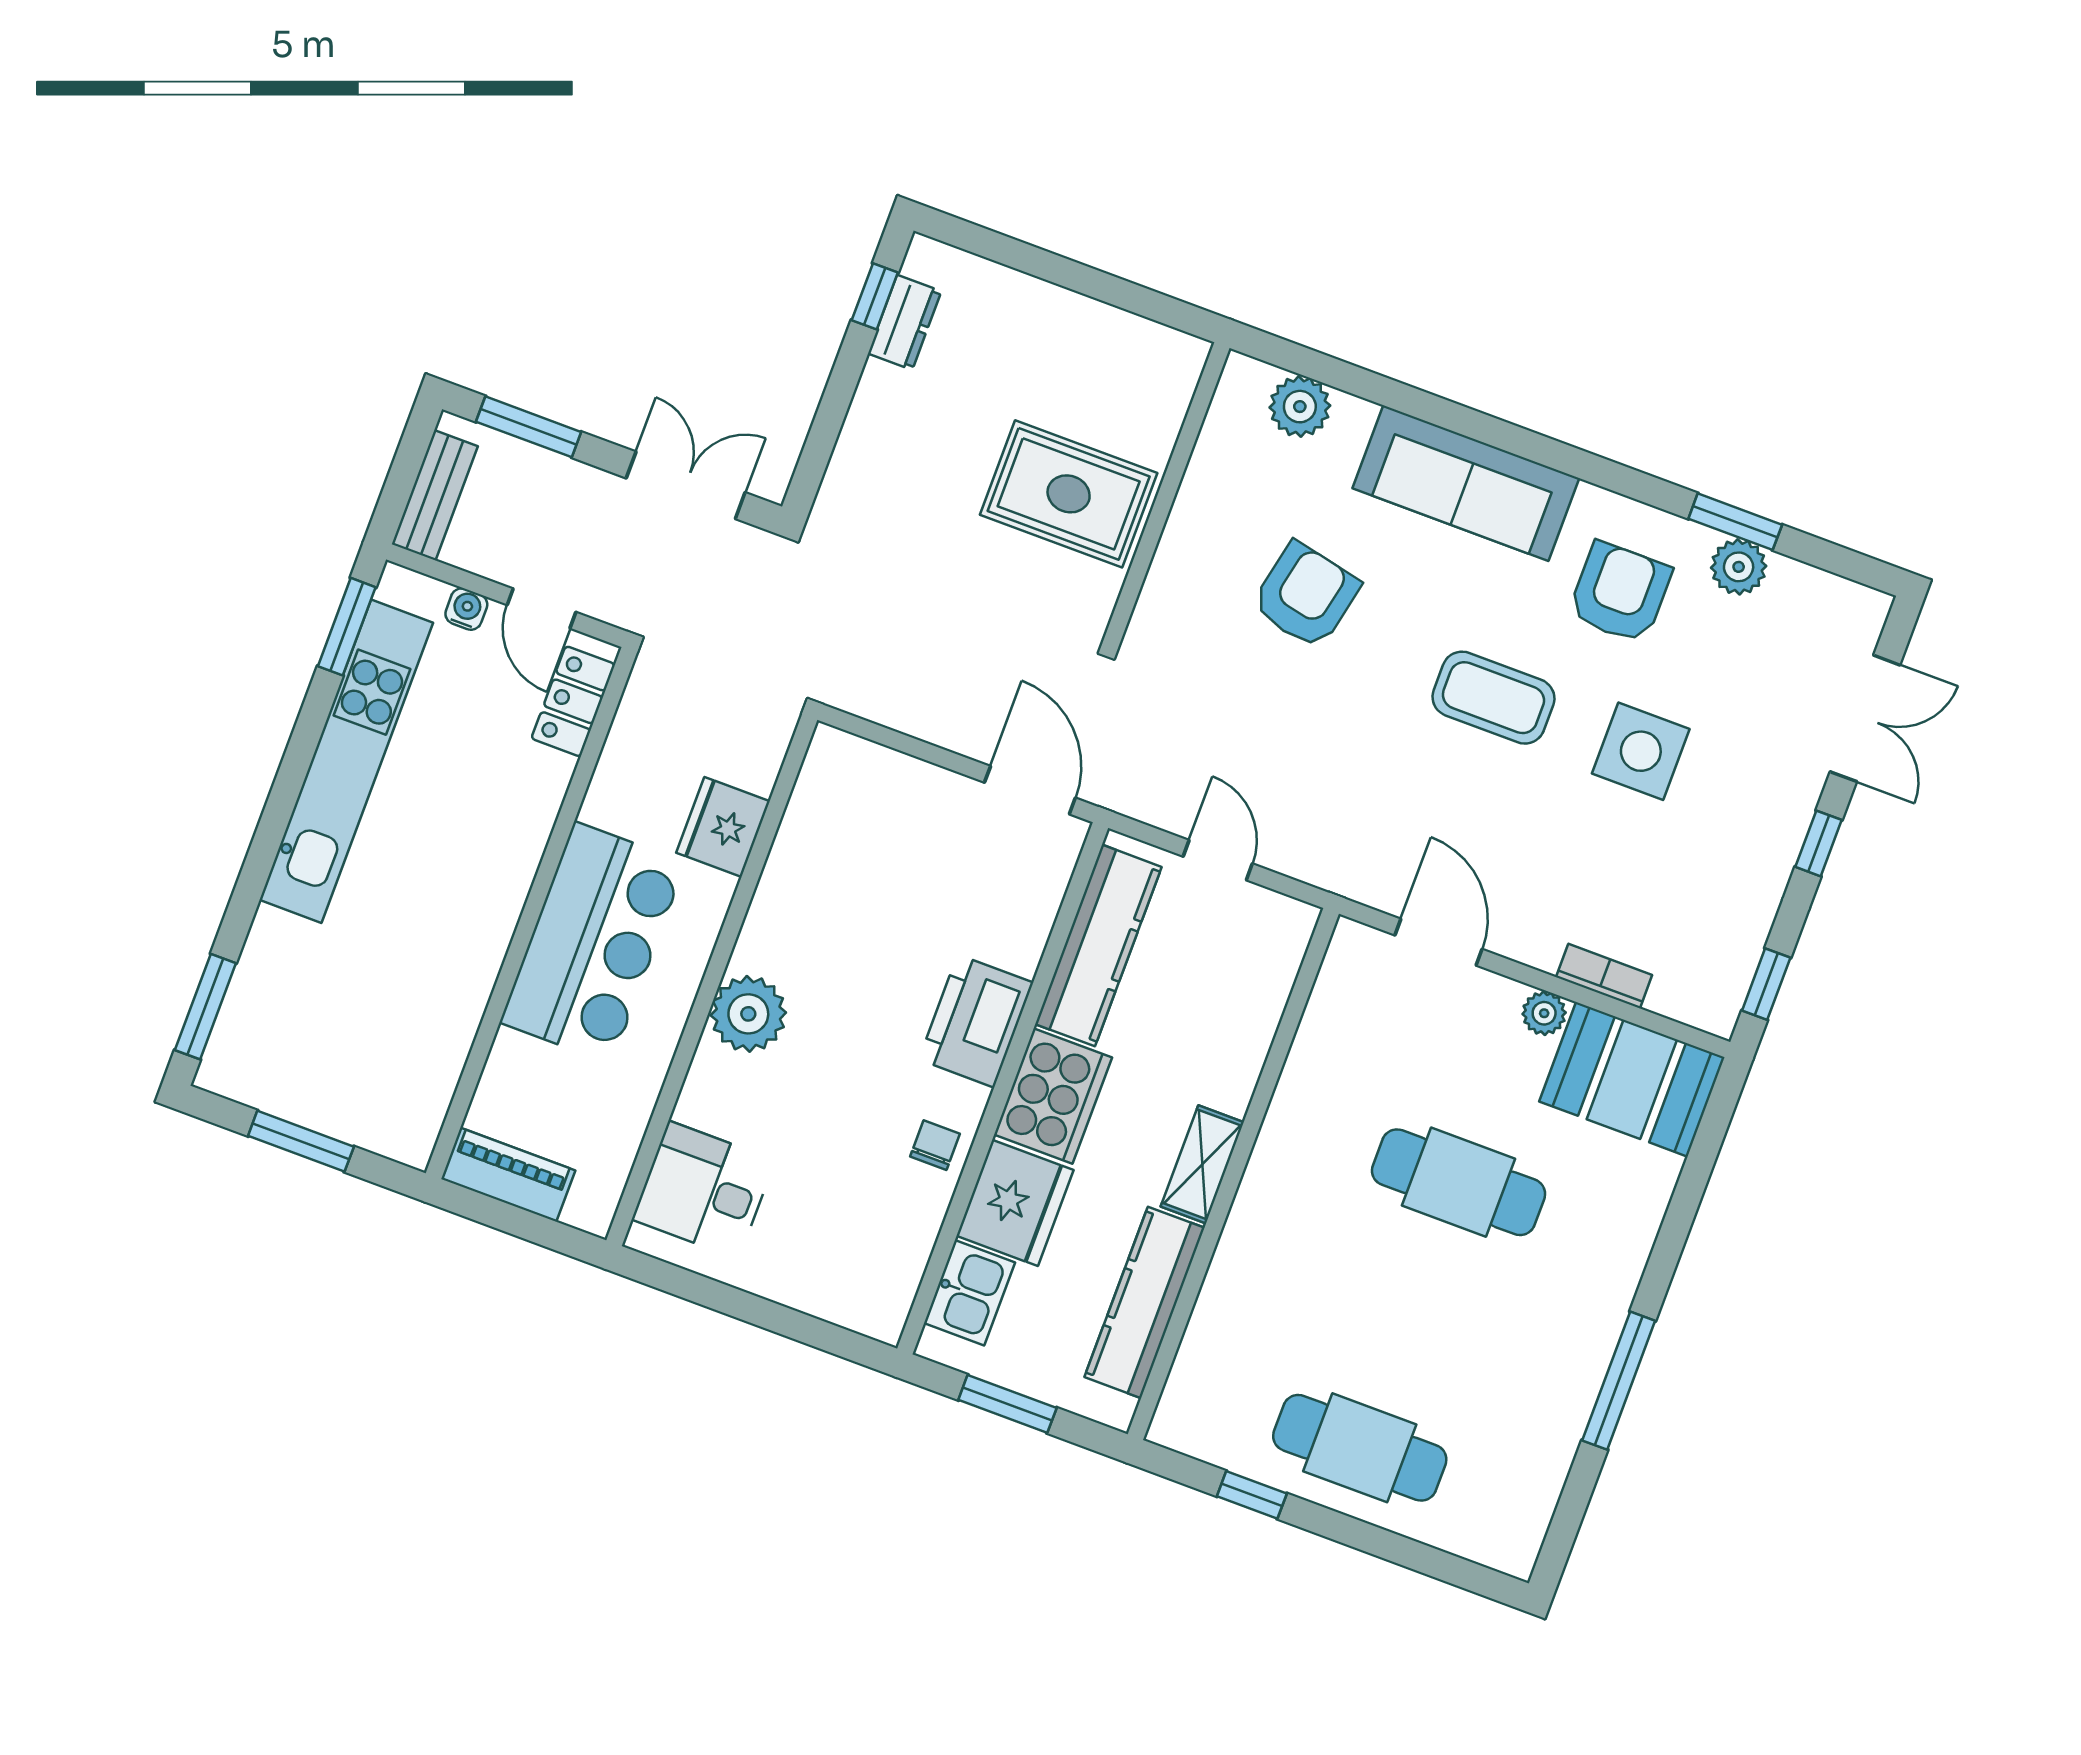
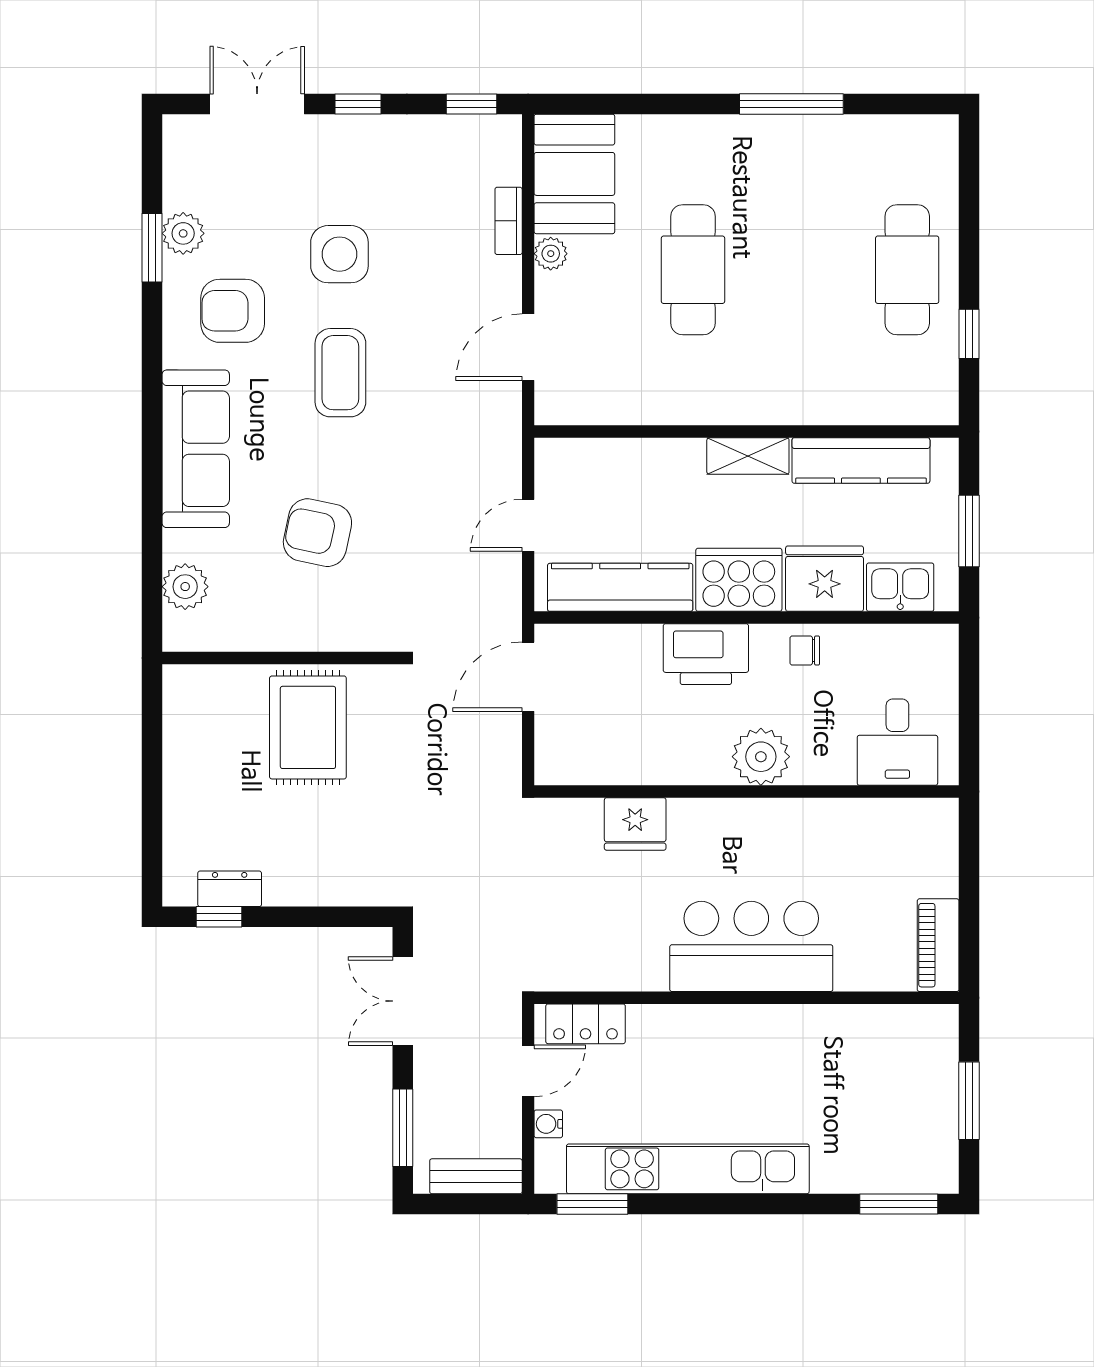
fridge: (723, 827) -> (635, 824), moved
wall: (712, 980) -> (747, 791), moved
plant: (748, 1014) -> (761, 757), moved
desk: (703, 1190) -> (897, 742), moved

